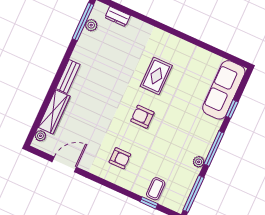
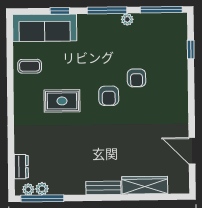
plant: (40, 136) -> (28, 189), moved
armchair: (120, 158) -> (136, 78), moved, turned 180
coffee table: (156, 189) -> (30, 66), moved

